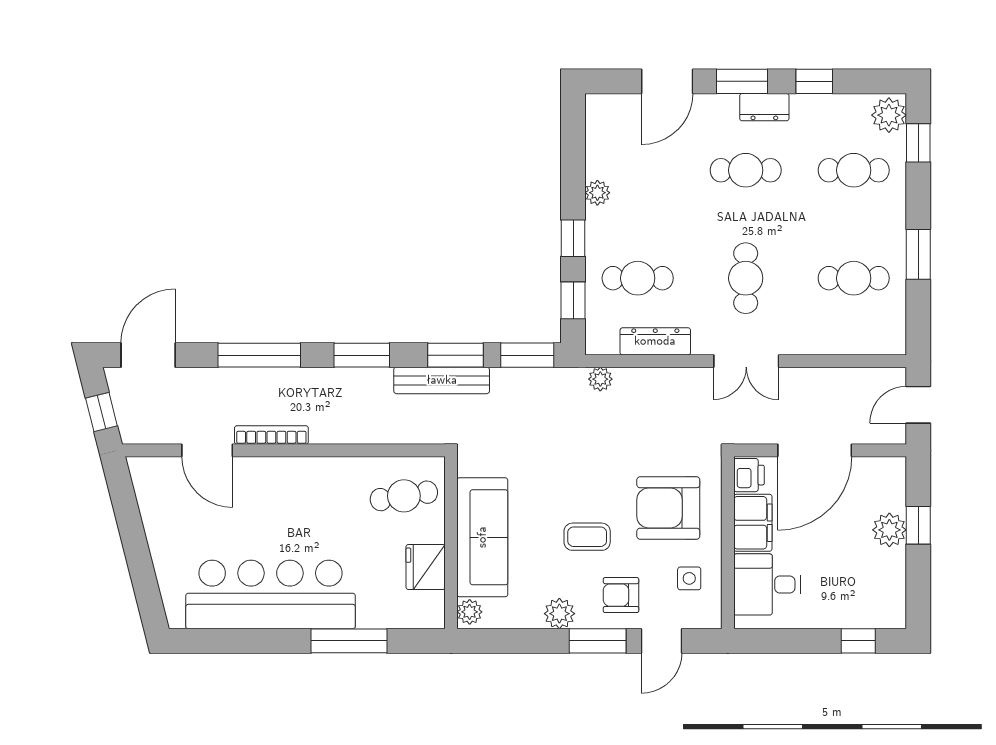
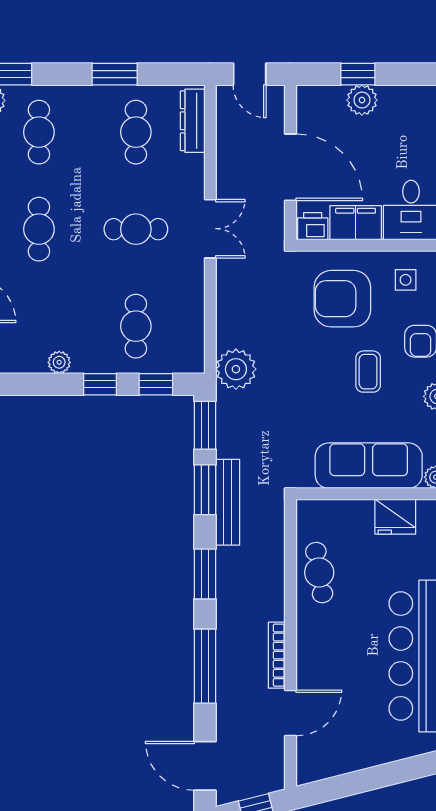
dresser: (655, 341) -> (193, 121), moved
plant: (600, 379) -> (236, 369), width x1.88, depth x1.88
cafe table: (404, 496) -> (319, 573), moved
armchair: (668, 508) -> (342, 299), turned 90

